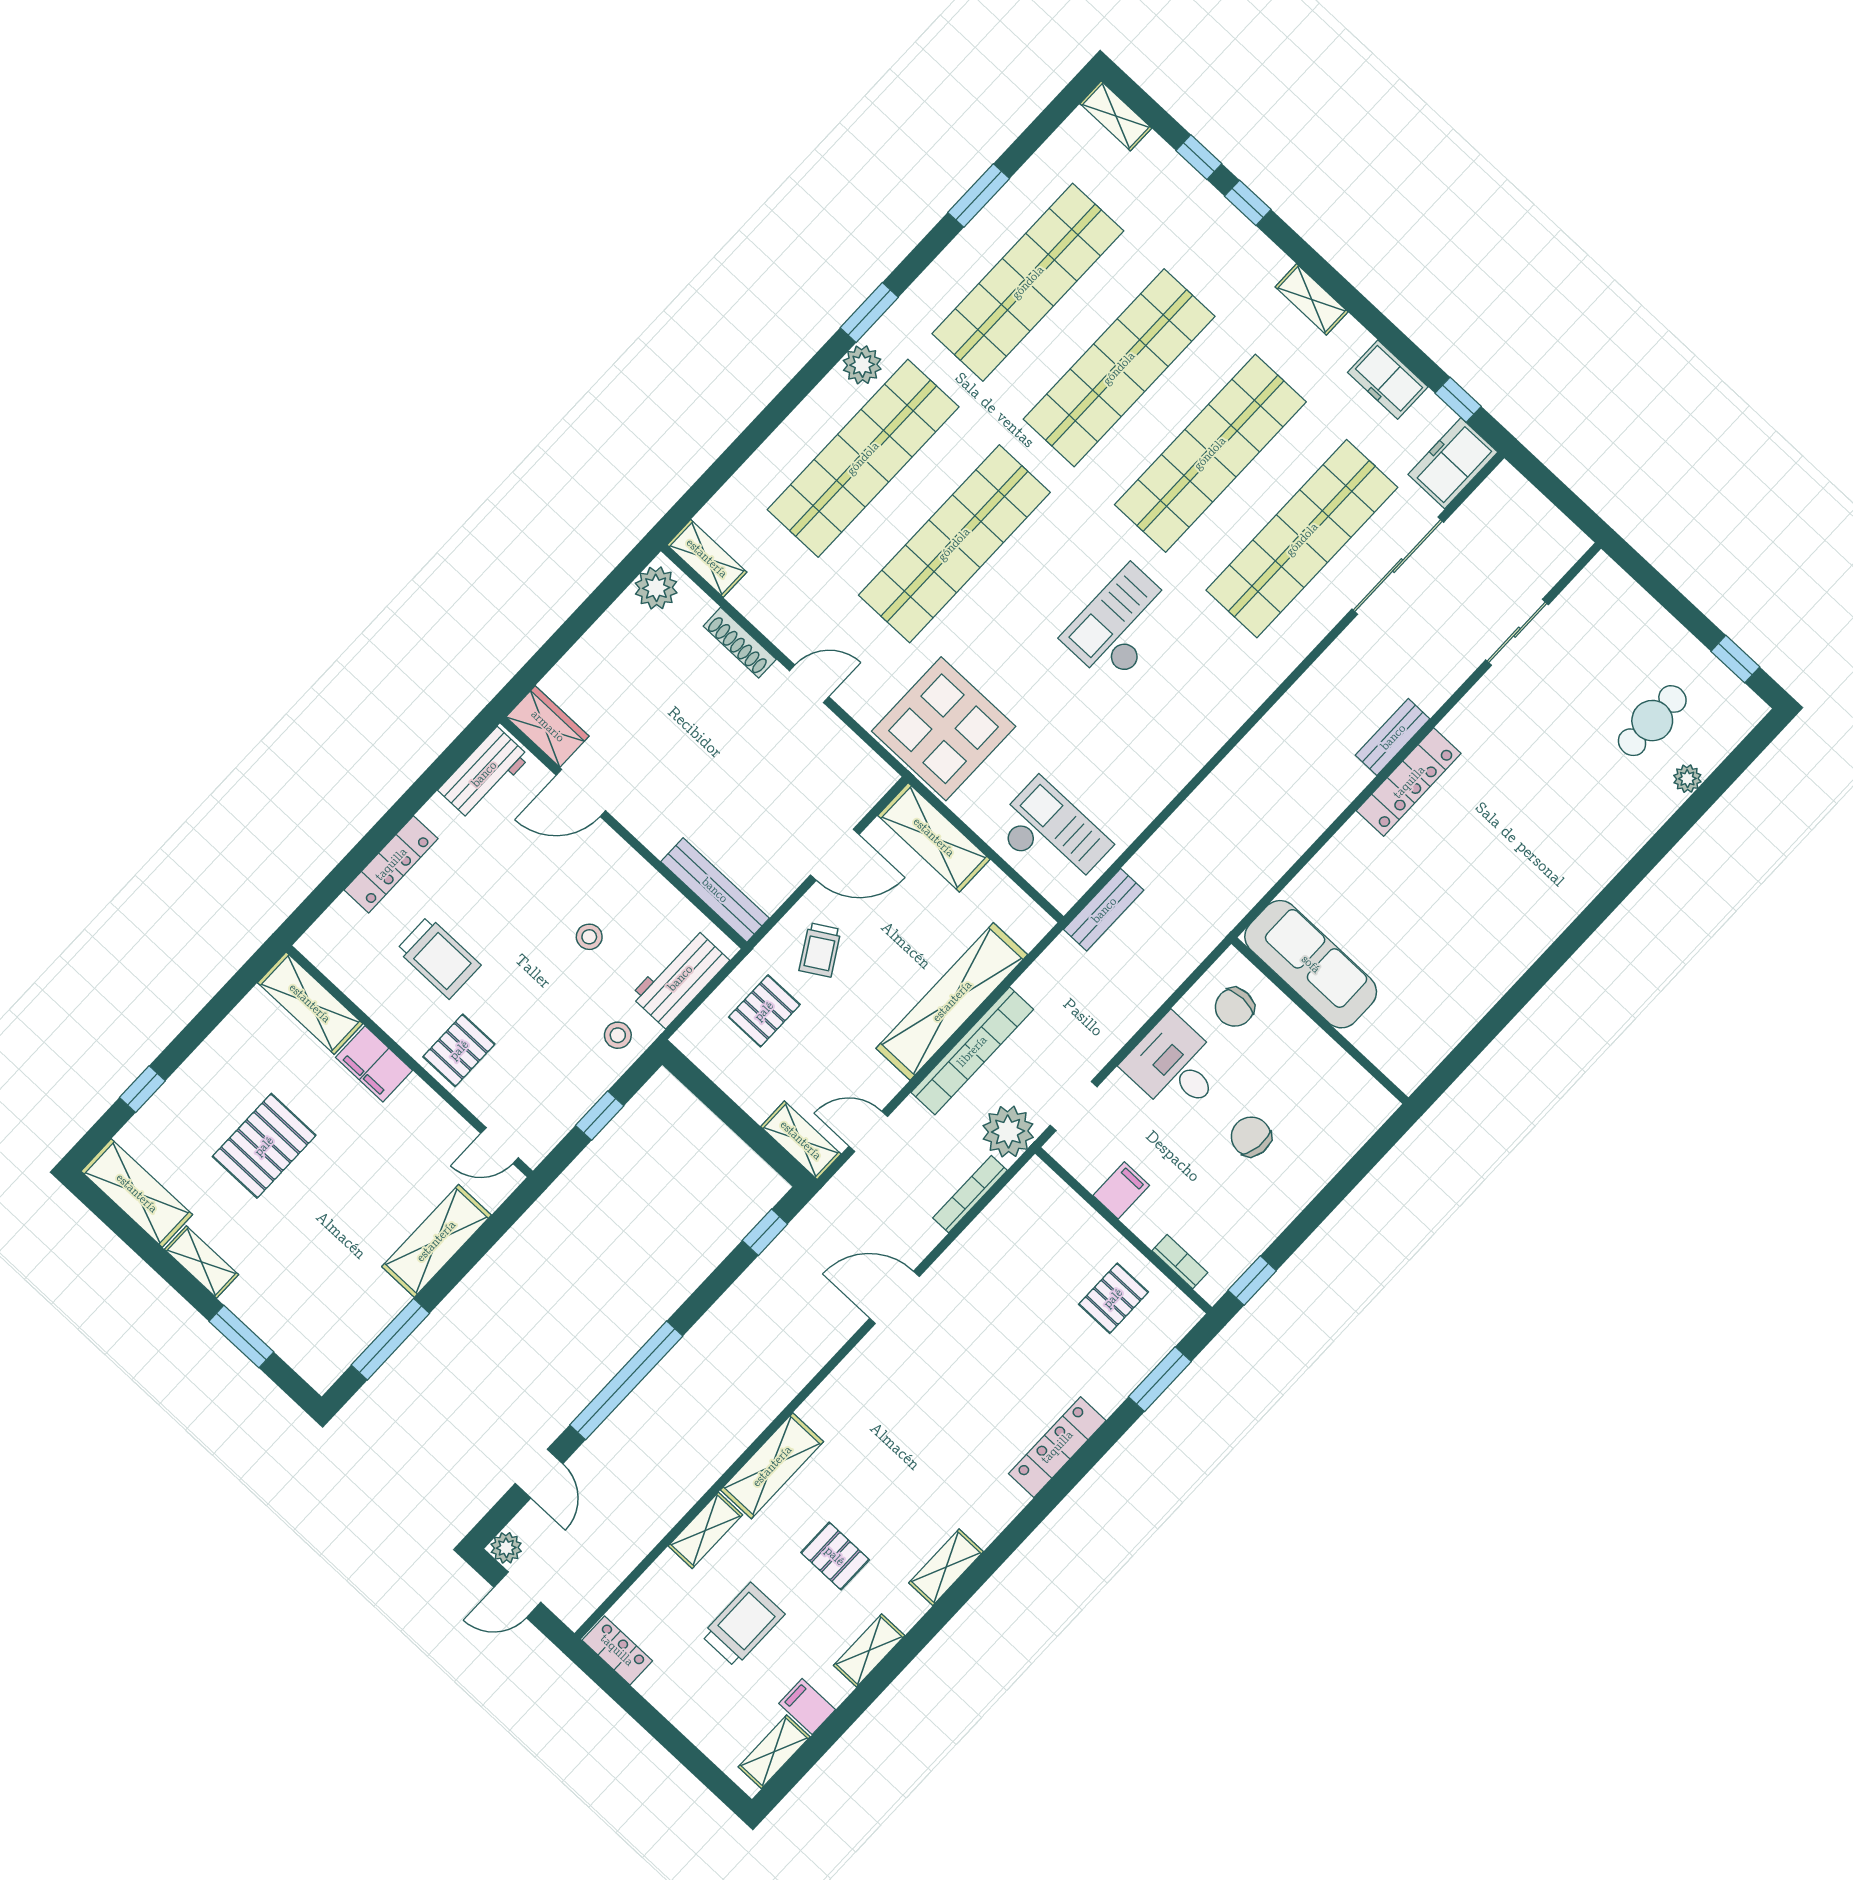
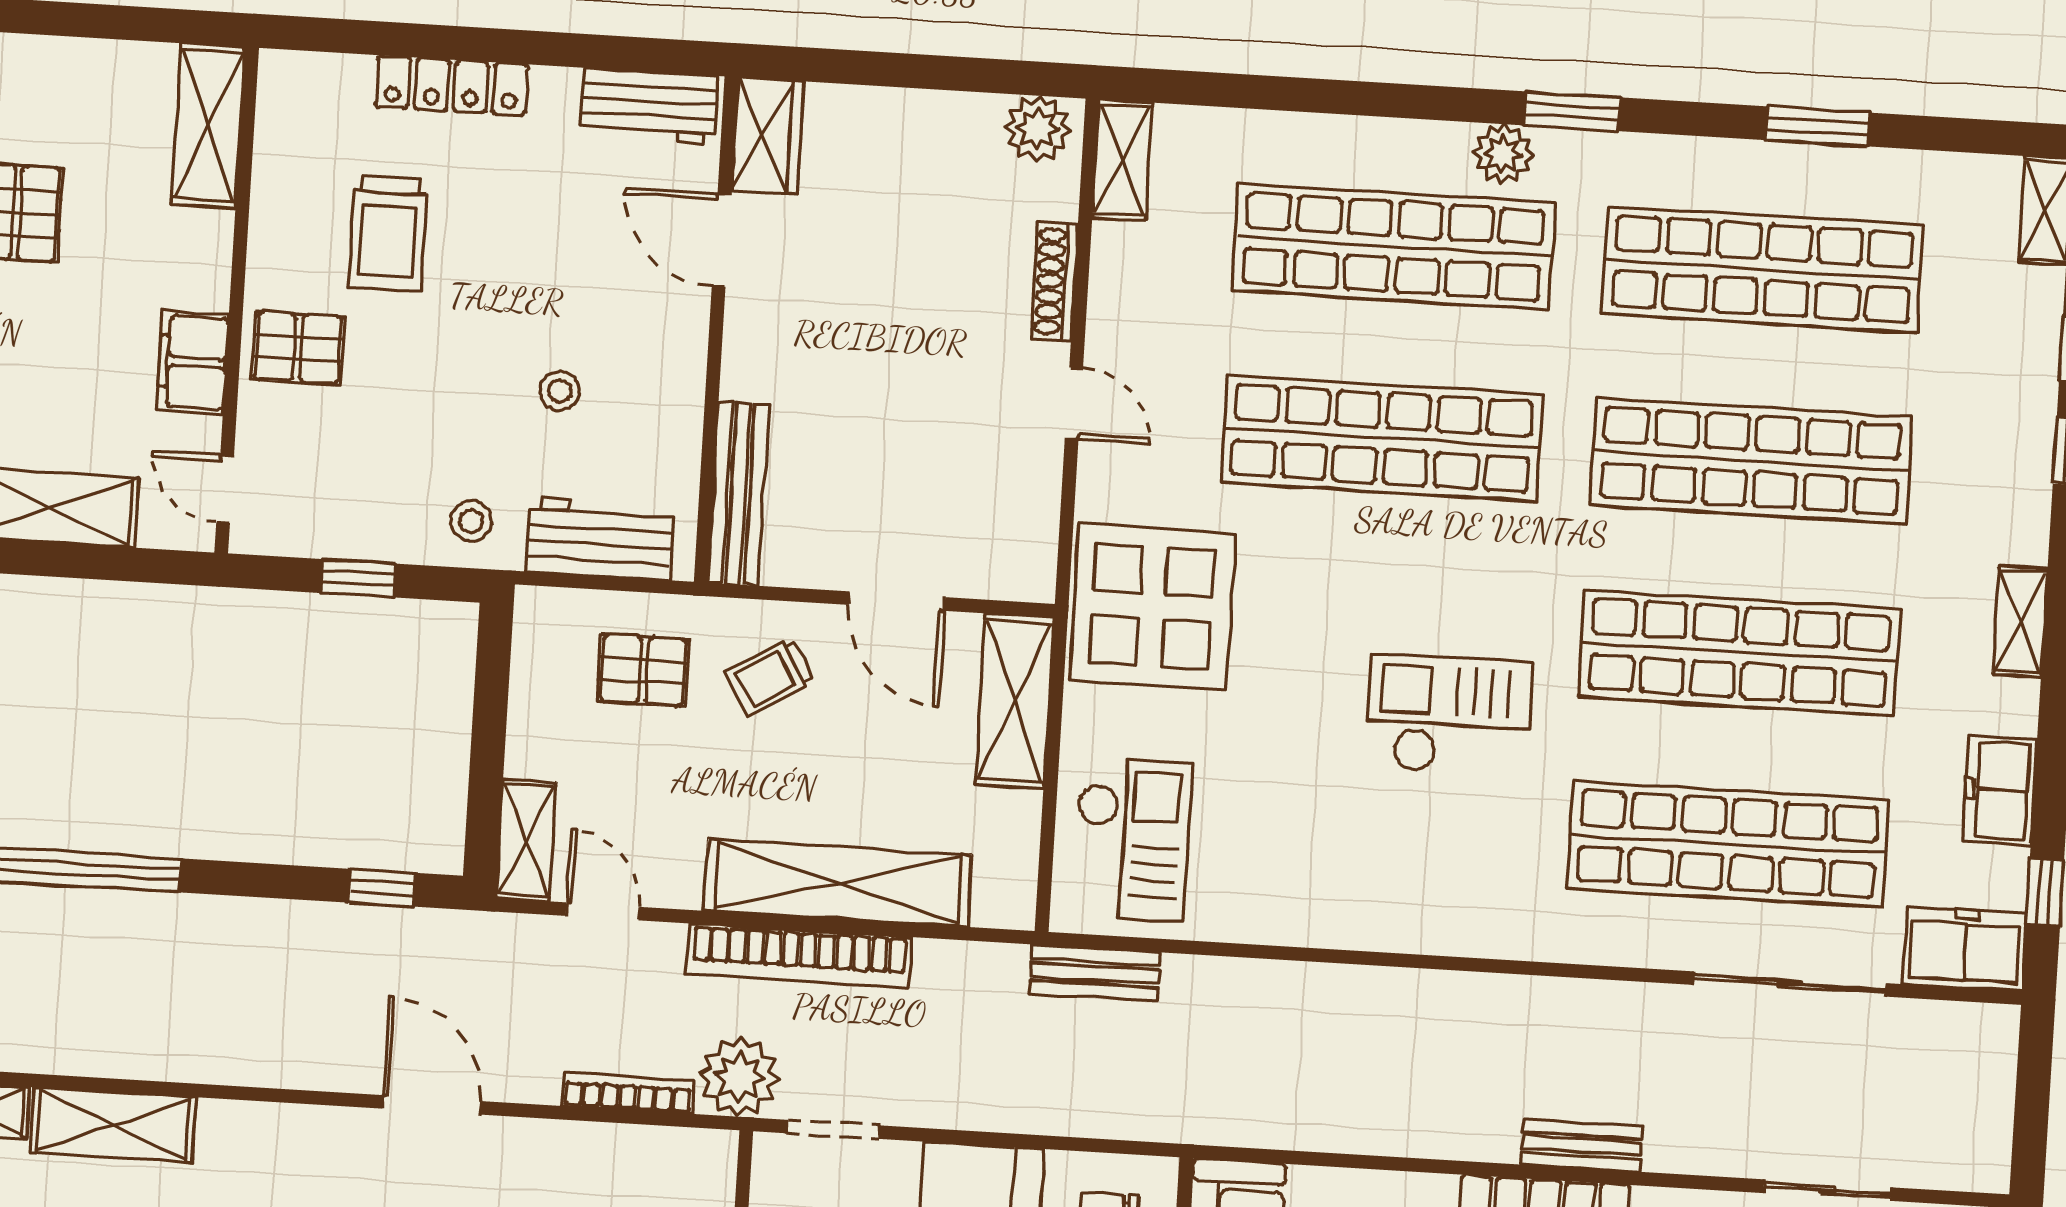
filing cabinet: (374, 1064) -> (193, 362), moved

